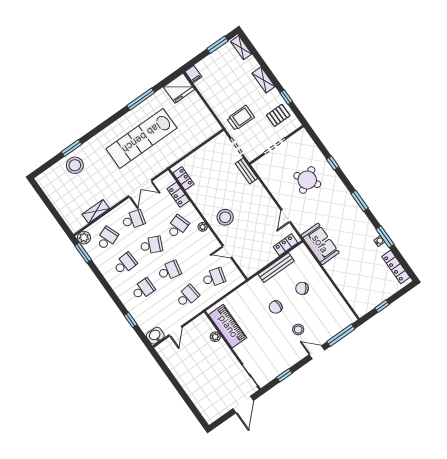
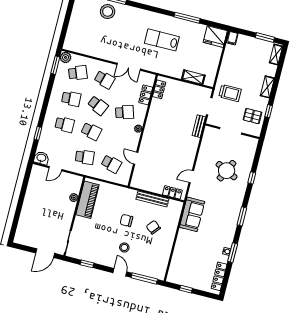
lab bench: (141, 138) -> (162, 40), width x0.54, depth x0.72
round table: (307, 180) -> (227, 171), turned -32
shelving: (96, 211) -> (193, 77), moved
stool: (225, 217) -> (157, 138), removed

